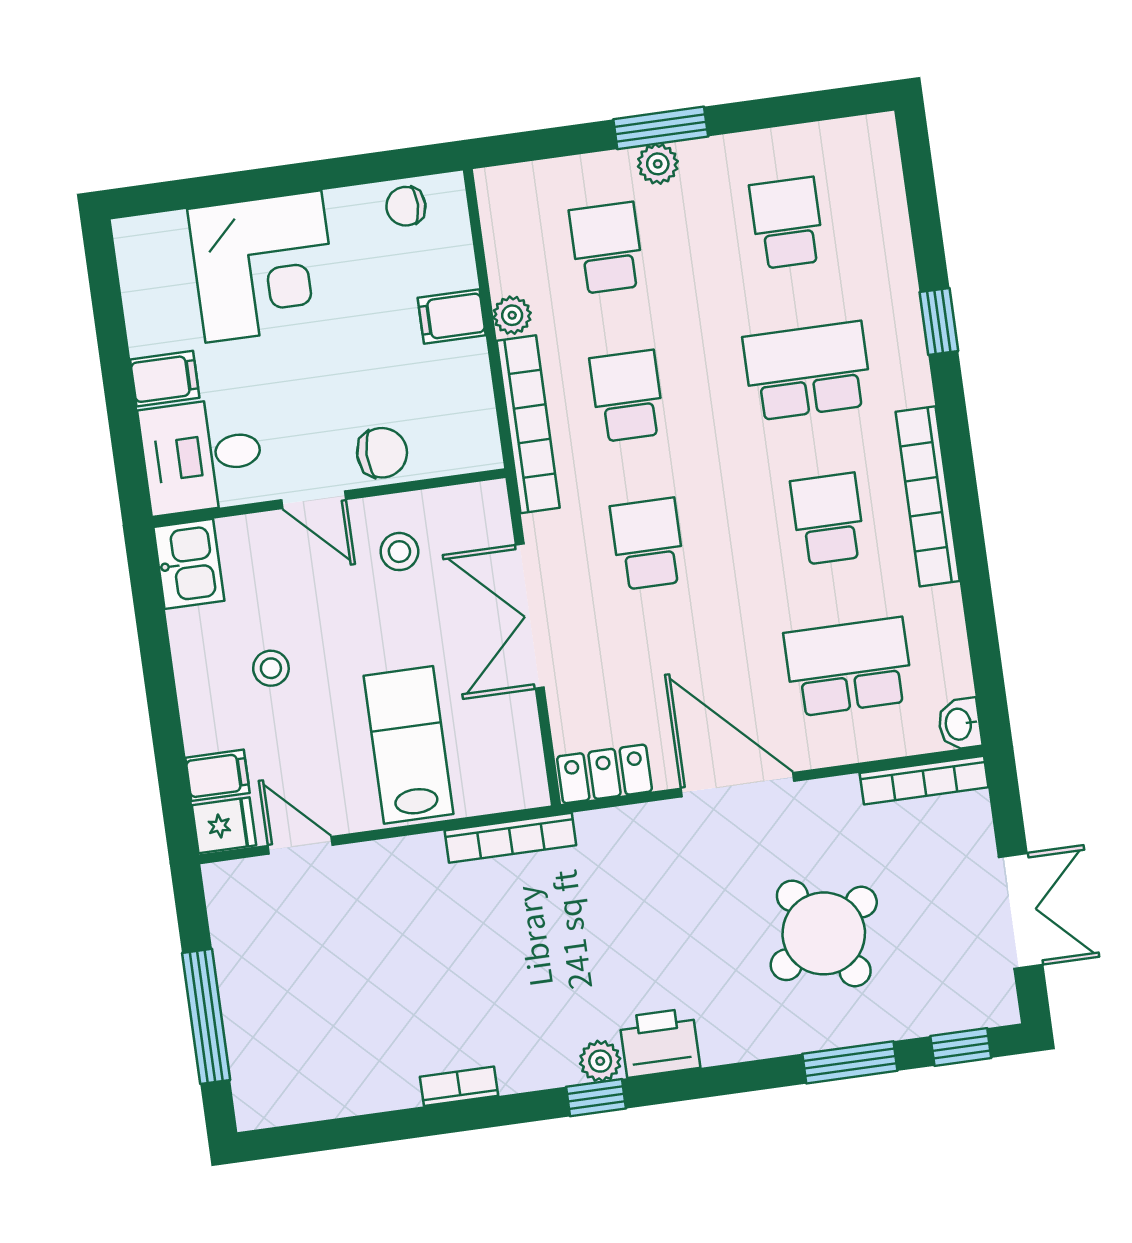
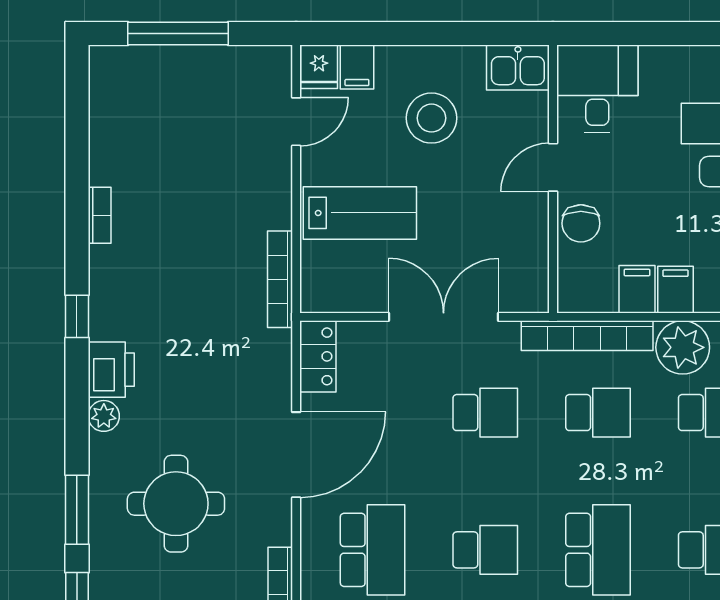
plant: (512, 315) -> (683, 347), width x1.87, depth x1.87
filing cabinet: (165, 379) -> (637, 289), moved, turned 180
stool: (399, 552) -> (505, 226), removed
stool: (271, 668) -> (431, 118), width x1.89, depth x1.89
round table: (824, 933) -> (176, 504), turned 32
plant: (600, 1061) -> (104, 416), moved

